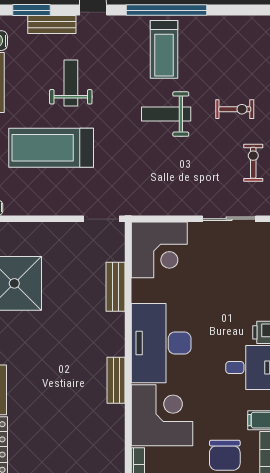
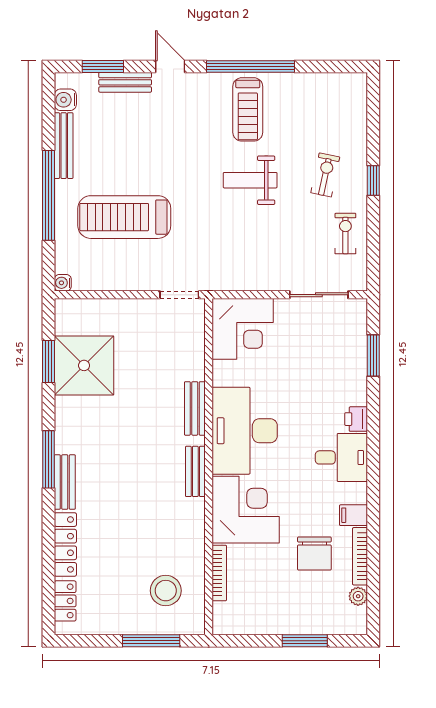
weight bench: (71, 83) -> (146, 146), removed
exercise bike: (235, 109) -> (325, 175), turned -78
bench: (116, 287) -> (195, 408), moved

